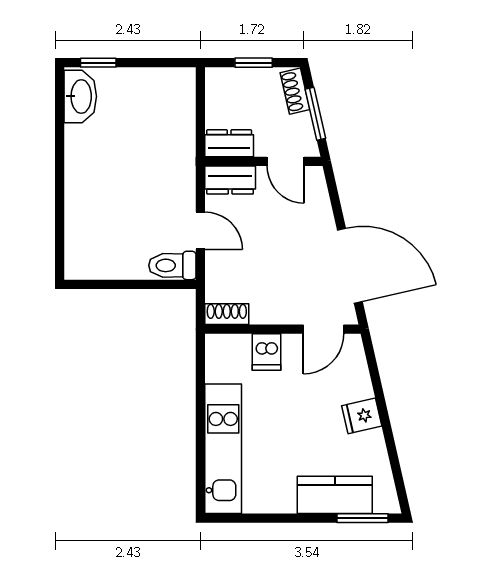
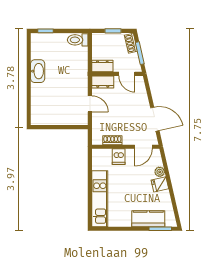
washbasin: (80, 96) -> (38, 71), moved
toilet: (172, 265) -> (78, 40), moved
door: (350, 266) -> (155, 119), width x0.73
shoe rack: (227, 314) -> (112, 140), moved
plant: (361, 387) -> (160, 172), added

